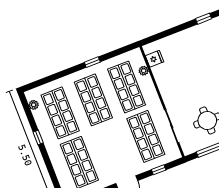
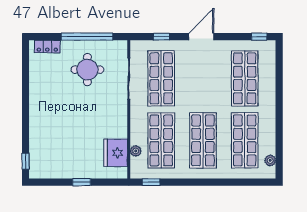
window: (204, 19) -> (82, 182), moved
fridge: (155, 59) -> (116, 153), width x1.88, depth x1.34
window: (92, 62) -> (151, 182), moved
window: (38, 137) -> (279, 123), removed

